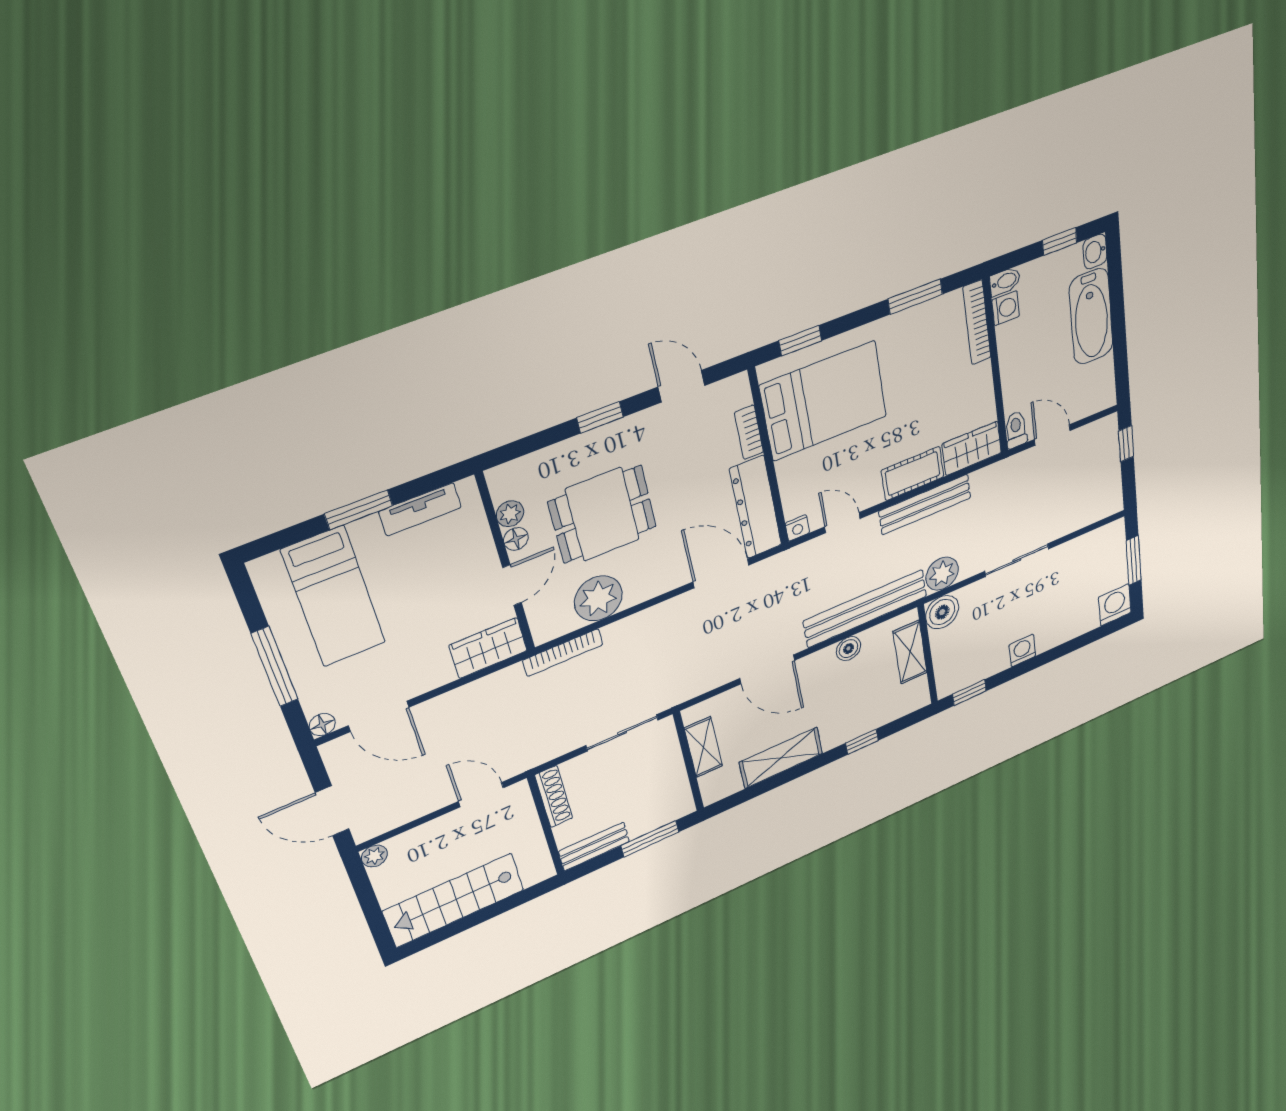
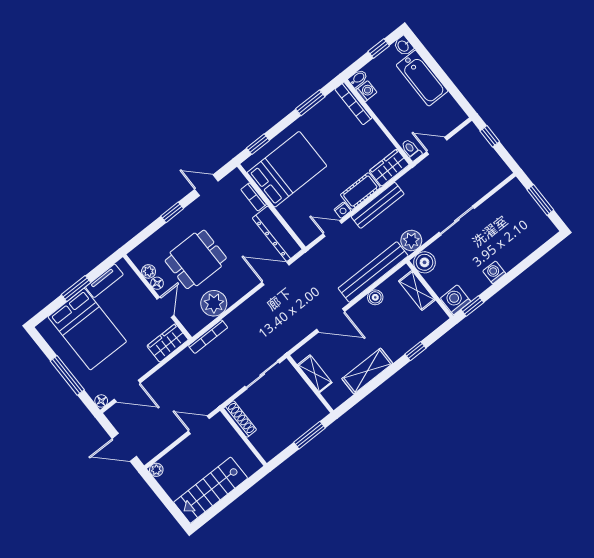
nightstand: (797, 528) -> (342, 210), moved
bed: (334, 597) -> (87, 329), width x1.50
washing machine: (1115, 605) -> (455, 300), moved
bench: (594, 846) -> (278, 445), removed

